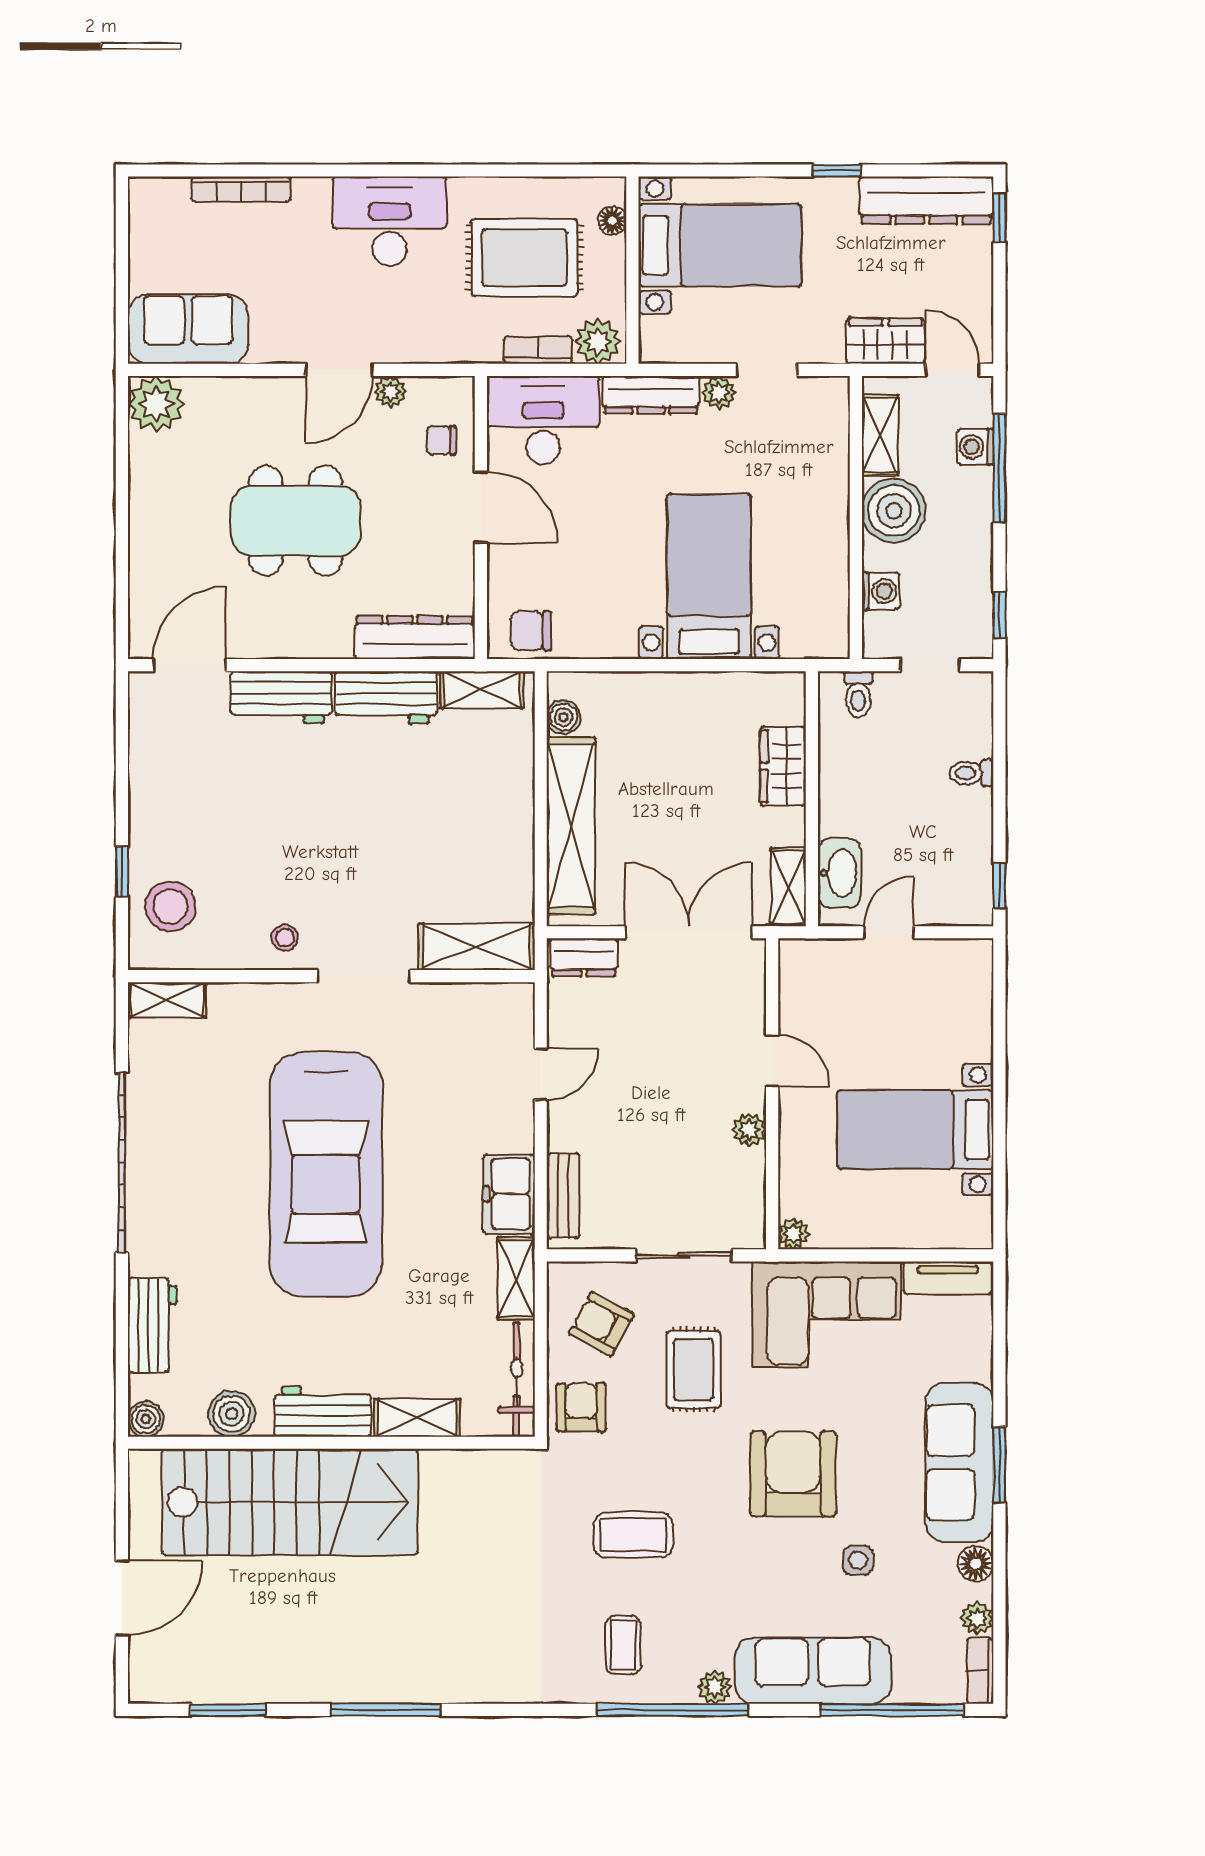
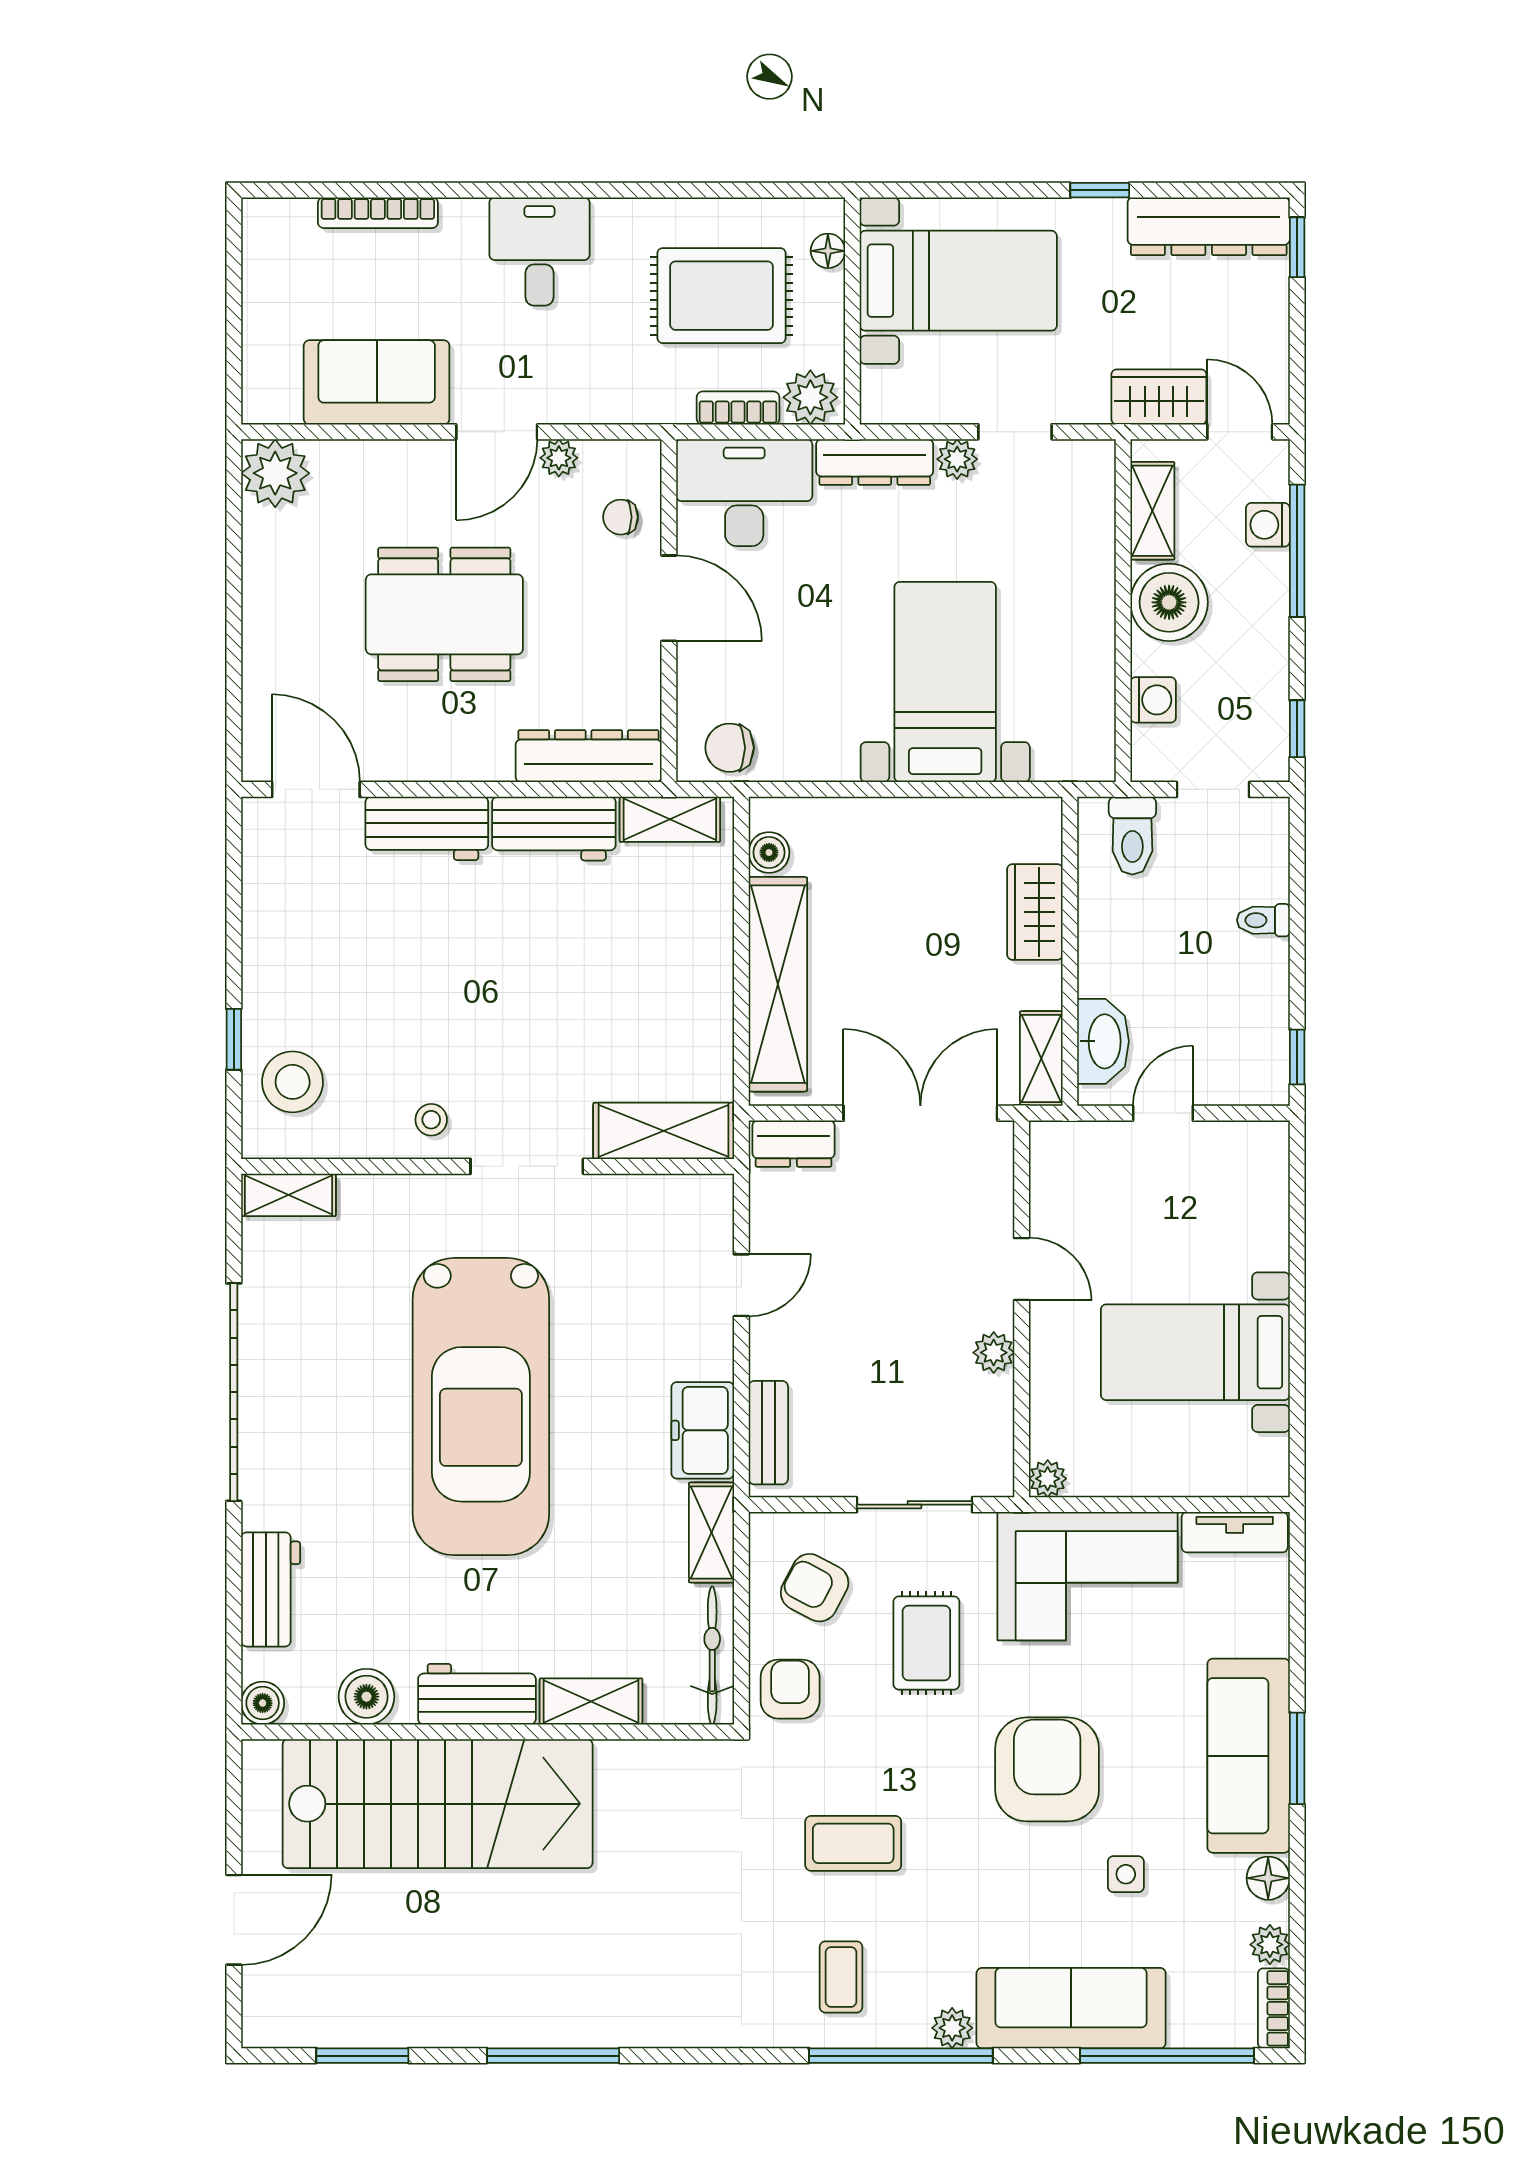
desk: (390, 221) -> (539, 251), width x0.73
sofa: (188, 329) -> (377, 382), moved
door: (190, 665) -> (316, 789), hinge flipped
toilet: (858, 694) -> (1132, 836), width x1.37, depth x1.39

